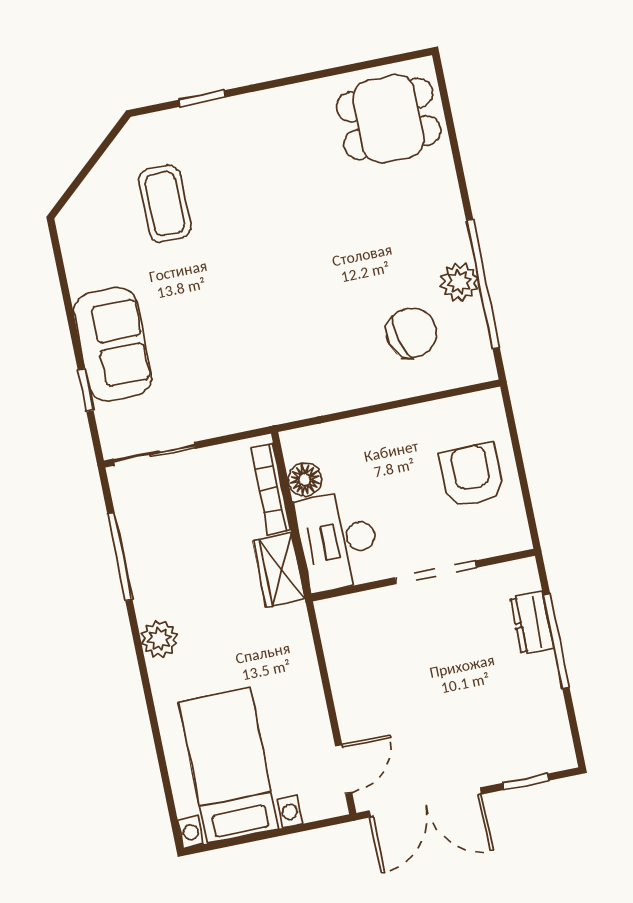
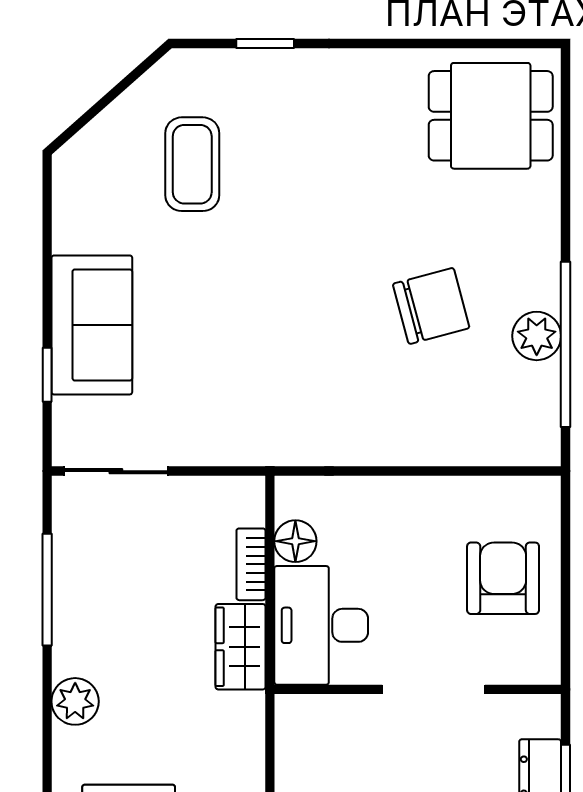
chair: (412, 333) -> (431, 306), moved
bookcase: (271, 489) -> (251, 564), width x0.64

